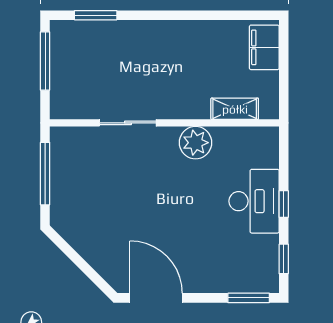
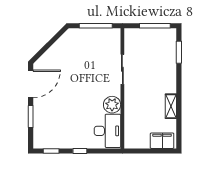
shelving: (235, 109) -> (171, 106), moved
desk: (254, 201) -> (107, 131), moved, turned -90
window: (249, 298) -> (31, 116), moved

